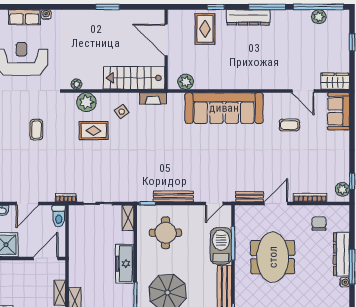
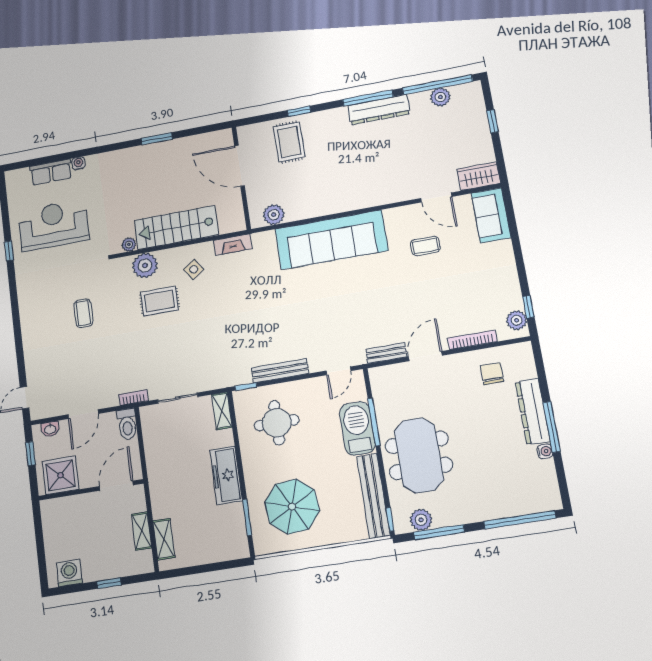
dresser: (248, 17) -> (379, 110), moved
stairs: (134, 78) -> (176, 228), moved
meeting table: (273, 257) -> (419, 455), moved

